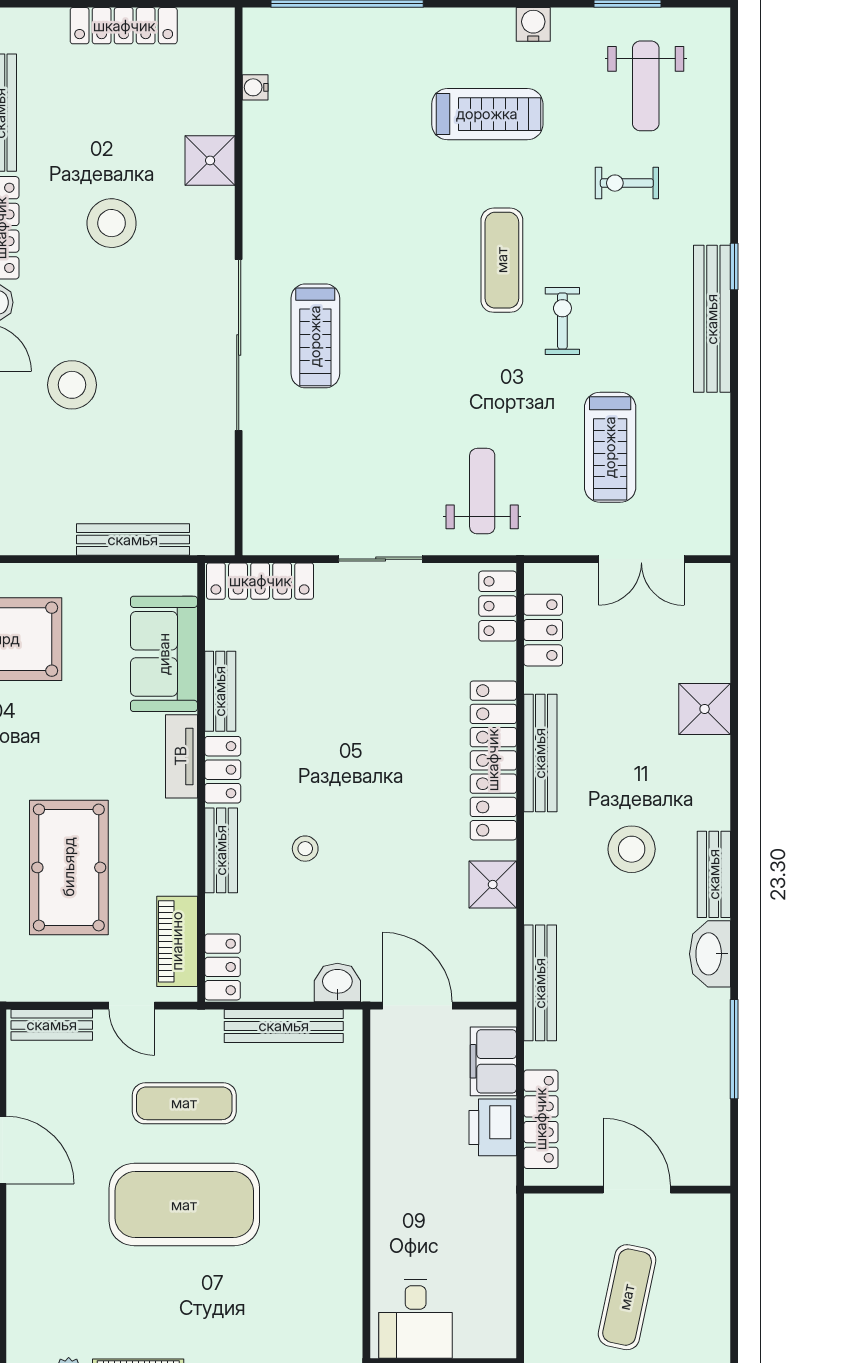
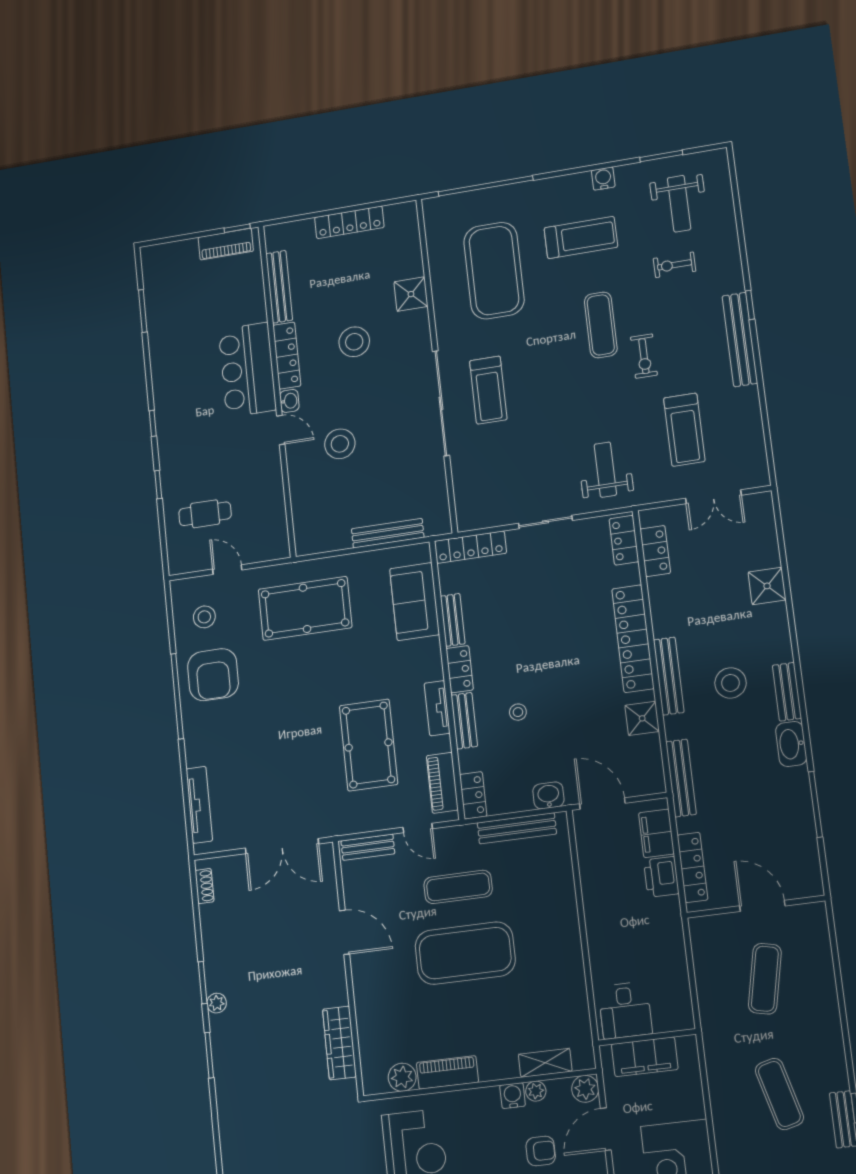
water cooler: (255, 87) -> (434, 246), removed
exercise mat: (345, 144) -> (494, 271), added
exercise bike: (562, 321) -> (644, 356), turned 180
bench: (540, 753) -> (669, 676), moved
tv unit: (181, 756) -> (437, 708), moved

